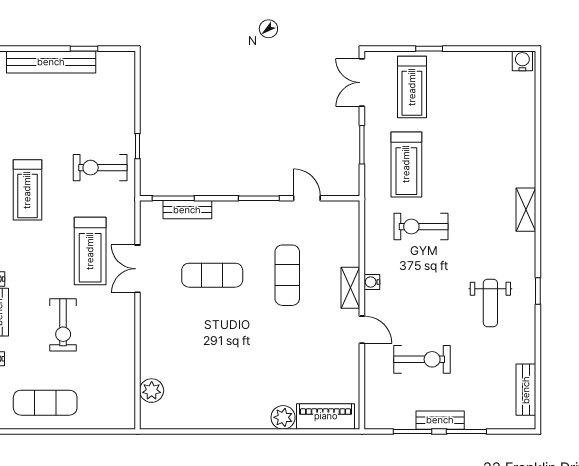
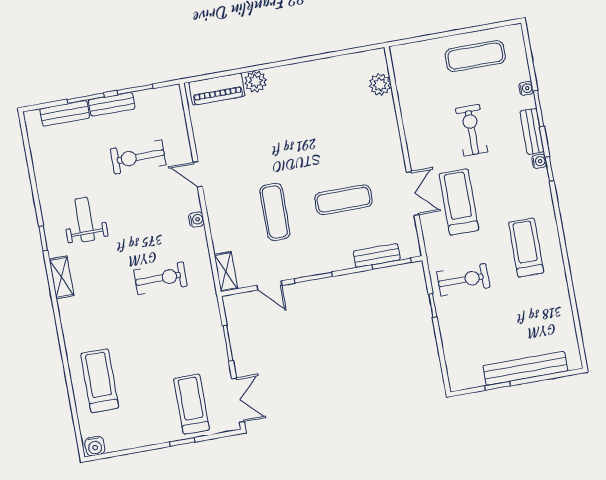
treadmill: (406, 164) -> (100, 381), moved
shelving: (526, 210) -> (62, 277), moved
shelving: (350, 288) -> (226, 272), moved
bench: (526, 390) -> (65, 113), moved, turned 90

